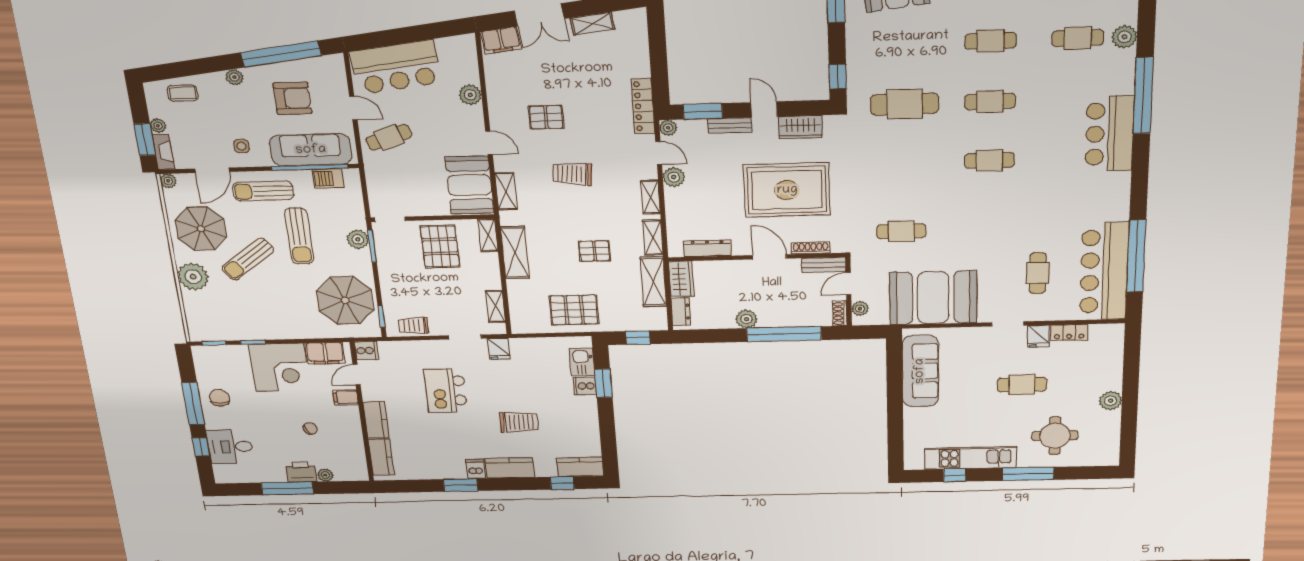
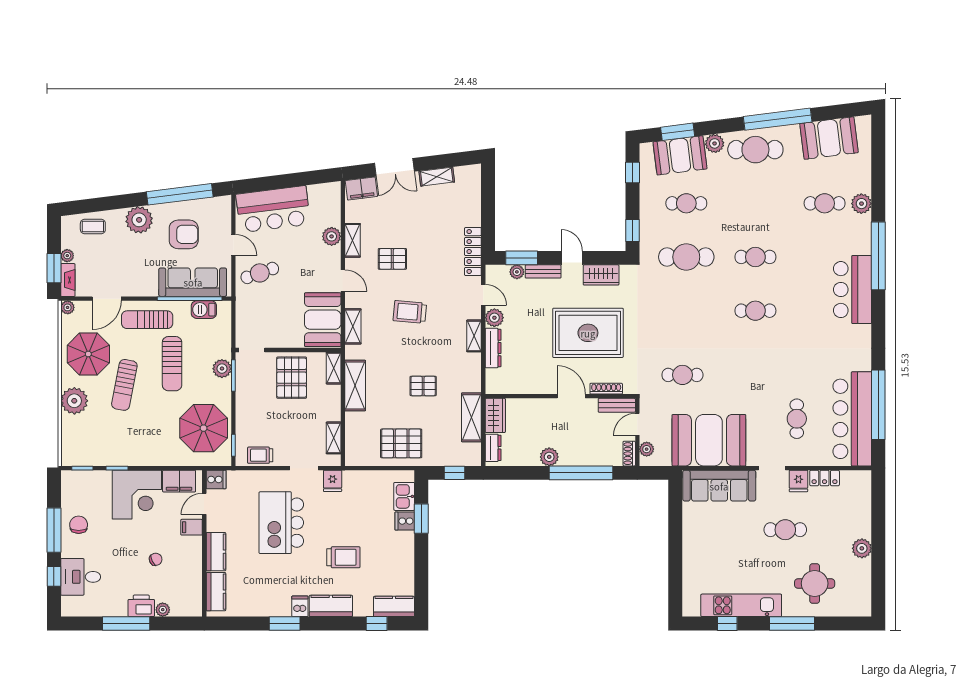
cafe table: (991, 41) -> (686, 203), moved
plant: (235, 77) -> (139, 220), width x1.88, depth x1.88
plant: (668, 128) -> (517, 272), moved
side table: (241, 146) -> (135, 277), removed
shelving: (653, 238) -> (353, 240), moved
dresser: (707, 248) -> (493, 348), moved, turned 90
sun lounger: (248, 259) -> (124, 385), turned -42
sofa: (920, 371) -> (719, 486), moved, turned 90
kitchen island: (446, 391) -> (281, 523), width x1.37, depth x1.28

